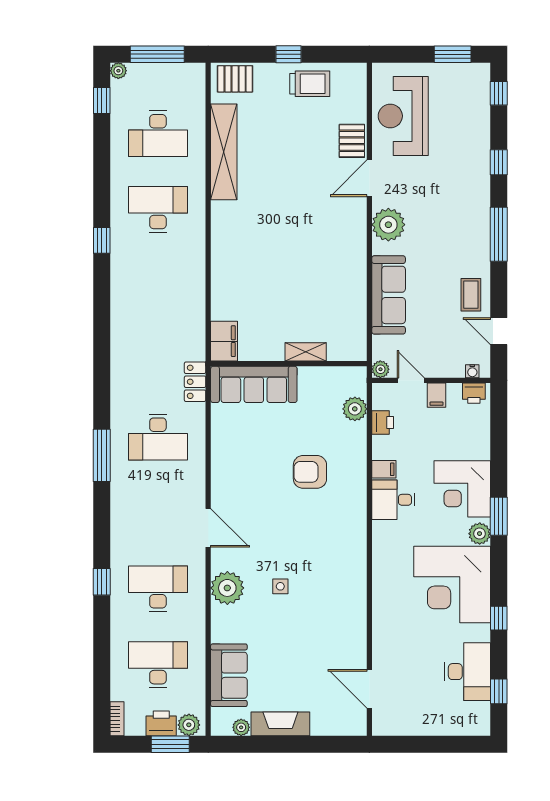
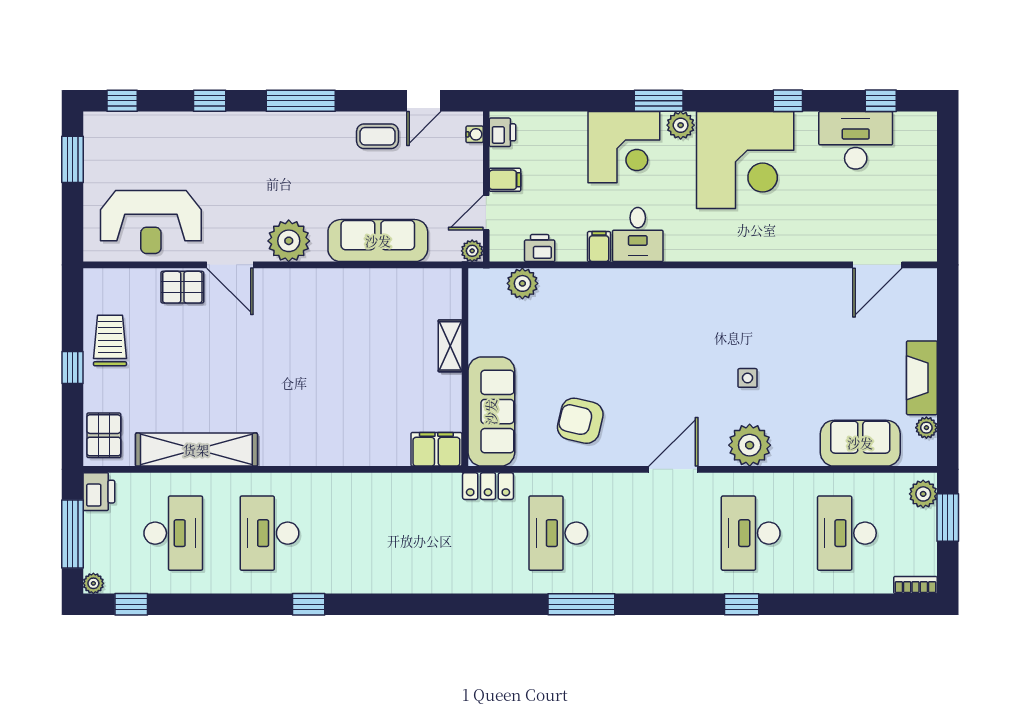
desk: (158, 437) -> (558, 533), turned 180
armchair: (310, 472) -> (580, 421), moved, turned 103
printer: (161, 723) -> (99, 492), moved, turned 180

